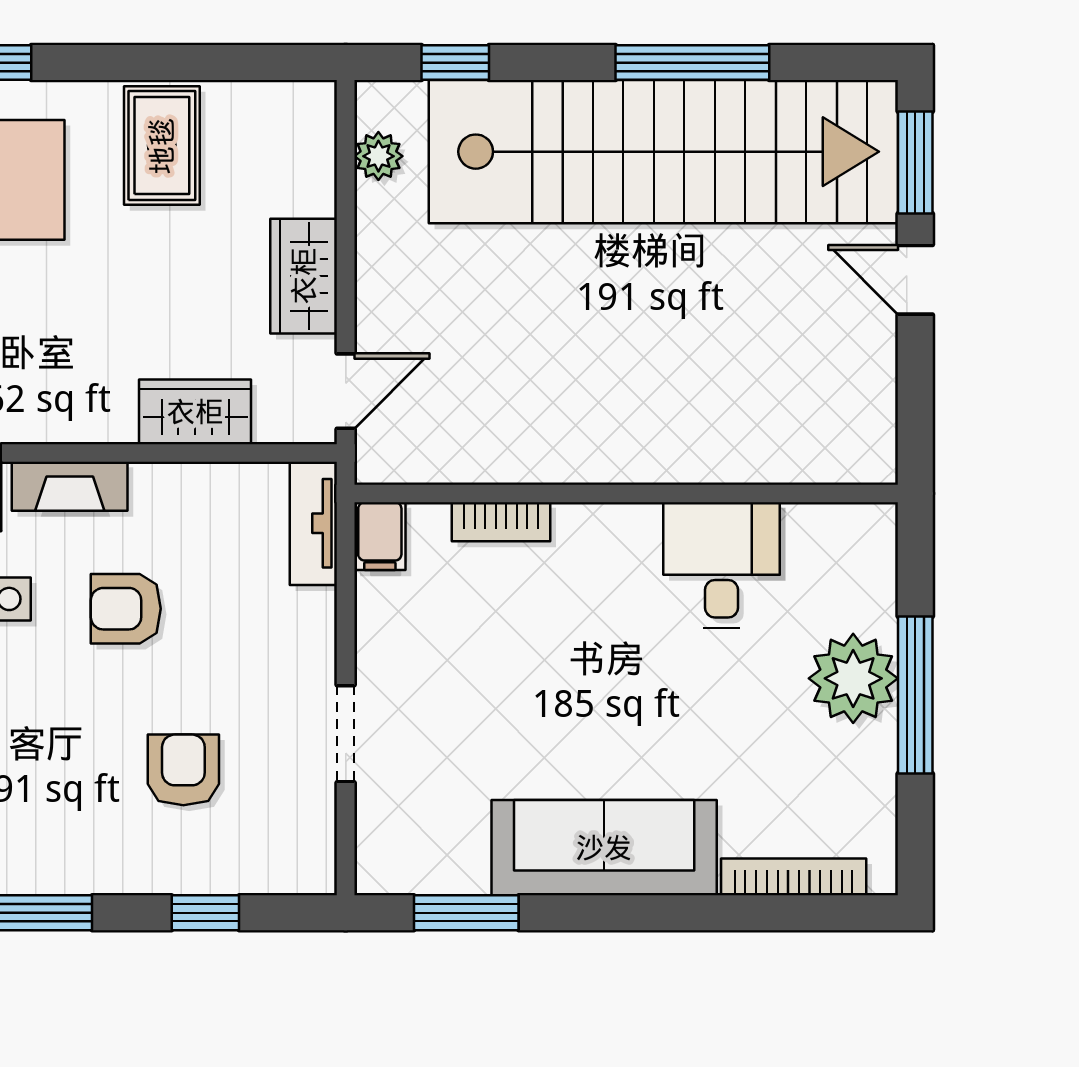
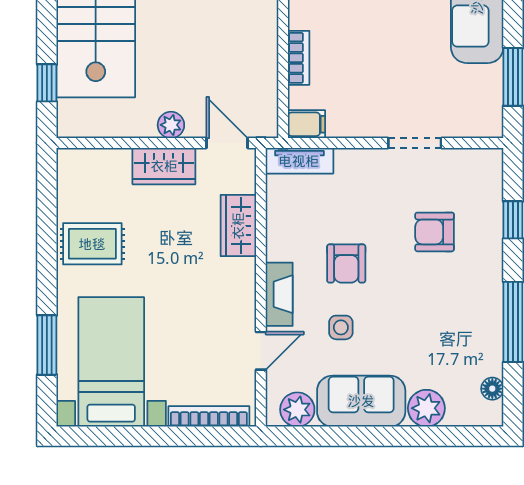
plant: (378, 156) -> (171, 125), moved

